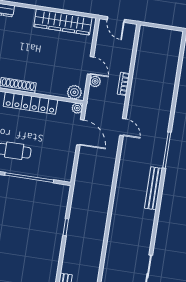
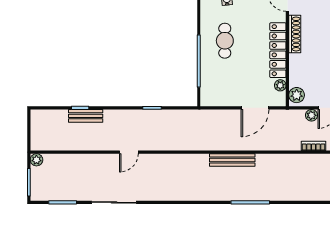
plant: (77, 108) -> (280, 85), moved
door: (123, 127) -> (129, 152), moved
bench: (154, 188) -> (232, 160), moved

